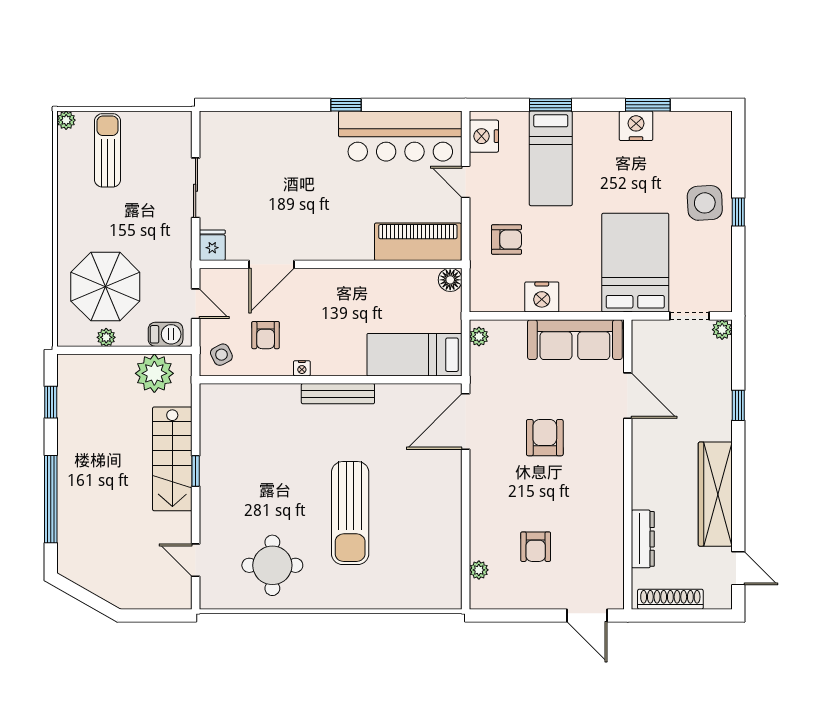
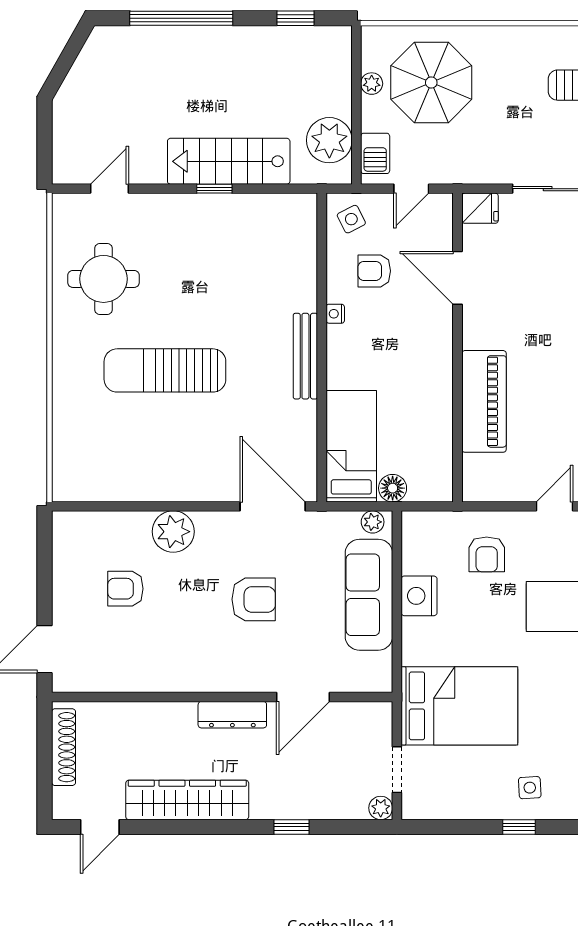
side table: (705, 203) -> (530, 788), width x0.54, depth x0.54
piano: (418, 242) -> (484, 401), moved
floor lamp: (450, 280) -> (393, 488), moved
sofa: (575, 340) -> (369, 595), moved
dresser: (643, 539) -> (232, 715), moved
plant: (479, 570) -> (173, 532), moved, width x1.87, depth x1.87

